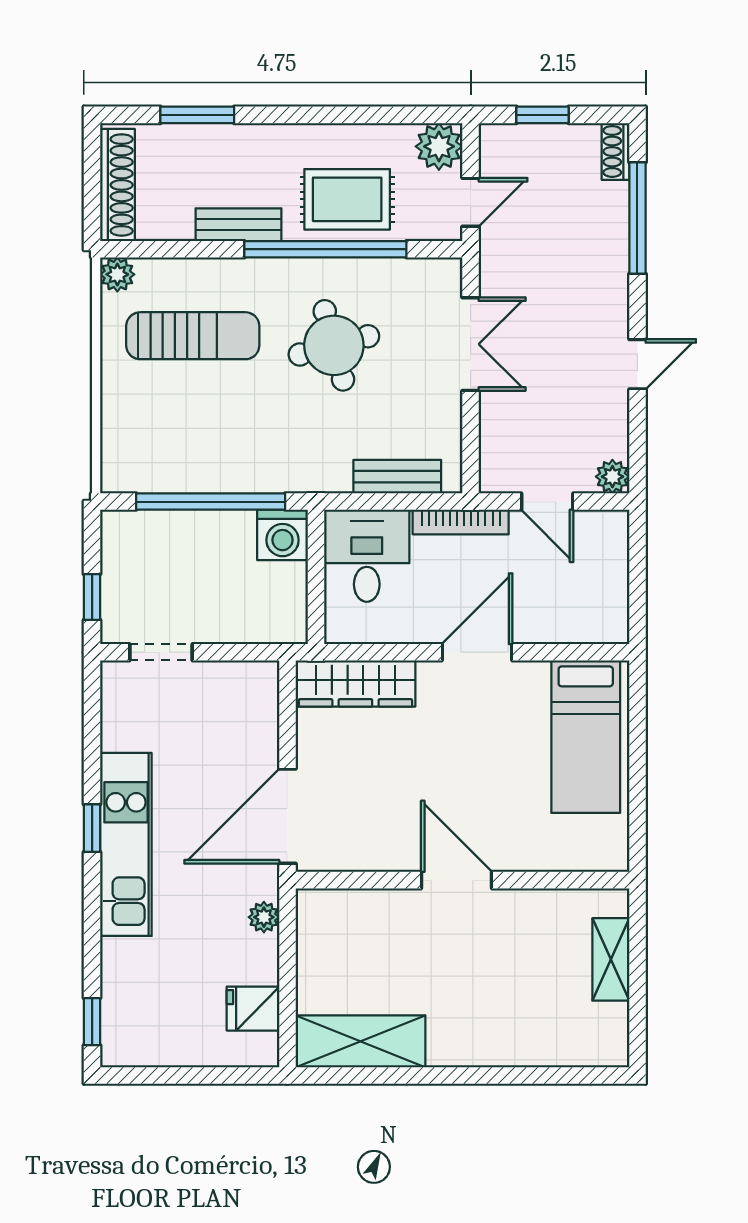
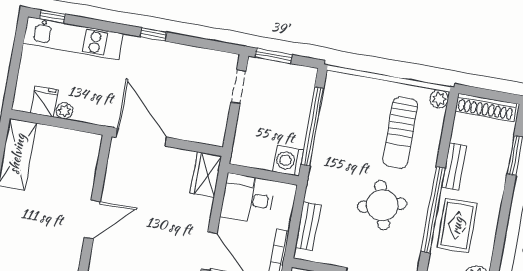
desk: (367, 556) -> (248, 199), moved, turned 180
window: (92, 597) -> (274, 56), width x1.50
wardrobe: (355, 683) -> (206, 175), width x0.67
kitchen unit: (126, 844) -> (73, 38), moved
plant: (264, 917) -> (64, 111), moved

